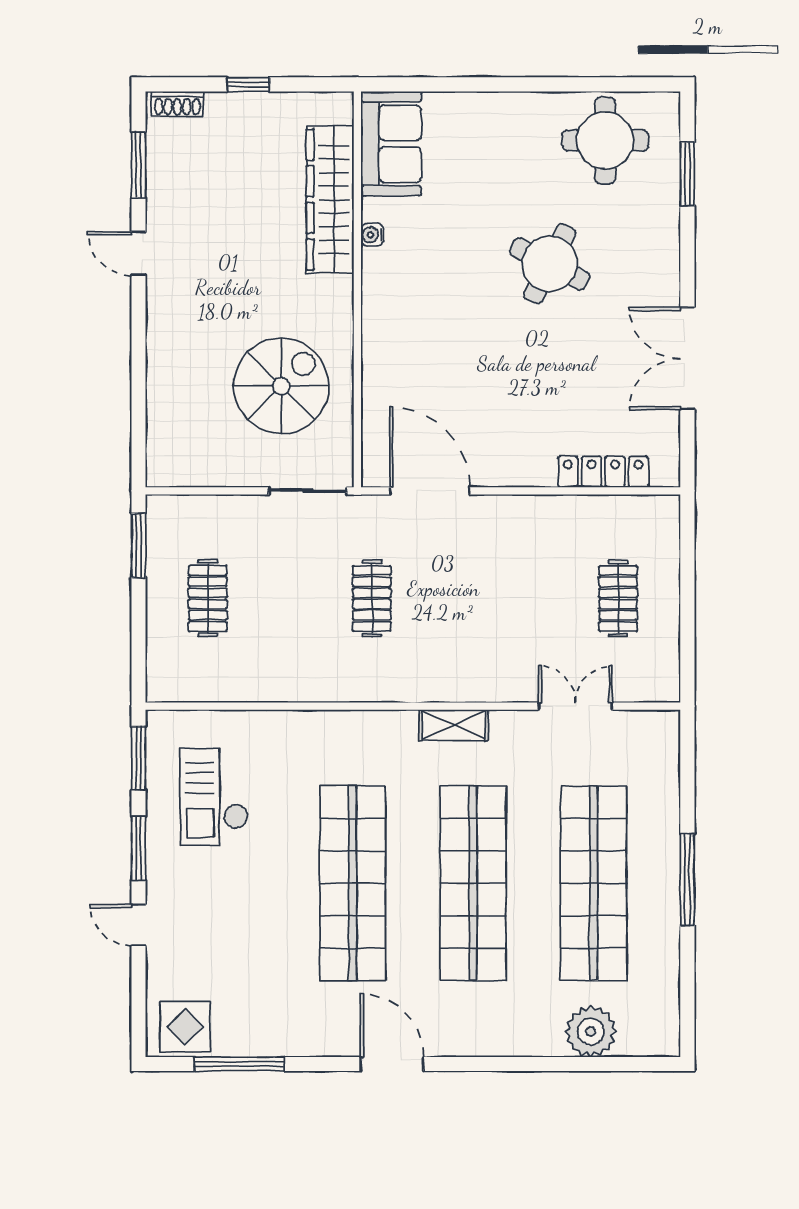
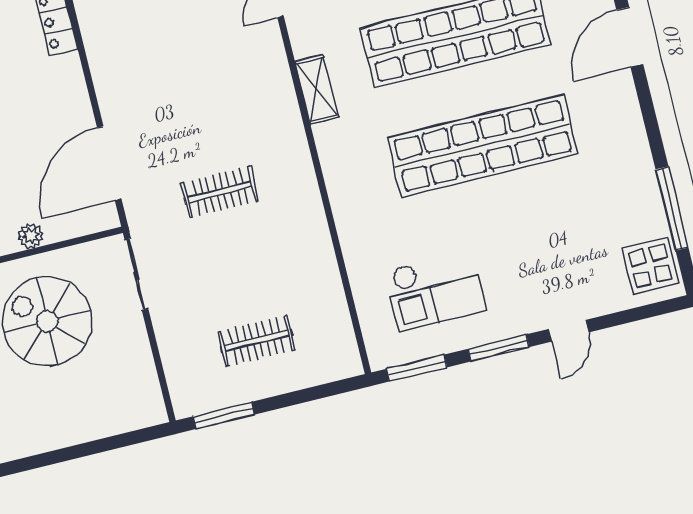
plant: (374, 391) -> (31, 236), added
door: (392, 1064) -> (630, 37), moved

